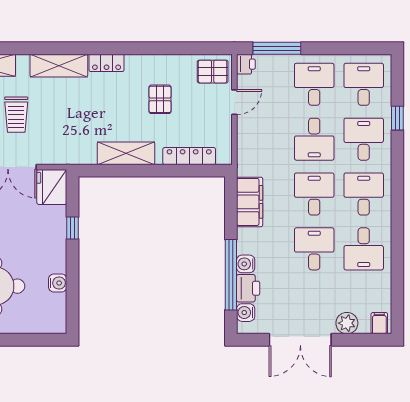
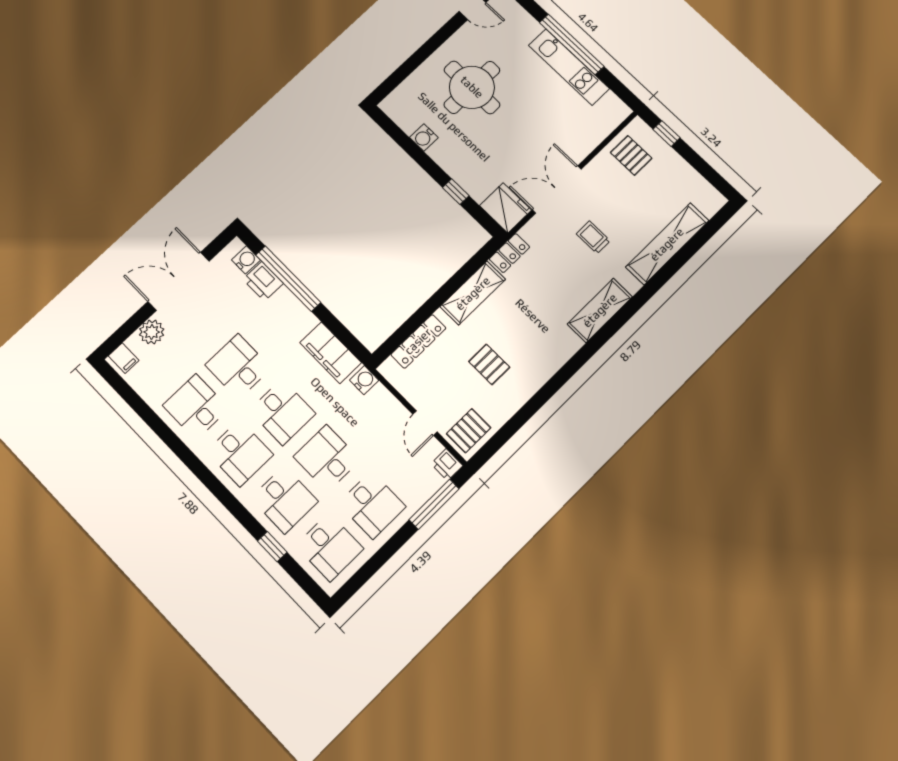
locker: (107, 63) -> (509, 253), moved, turned 180
trolley: (16, 115) -> (593, 237), width x0.73, depth x0.72
desk: (314, 249) -> (238, 366), turned 180
water cooler: (246, 264) -> (364, 380), moved

